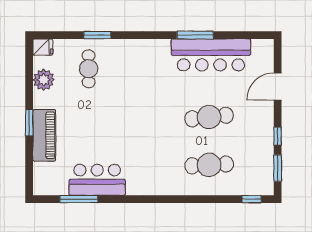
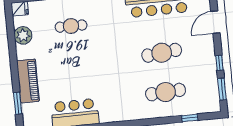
cafe table: (89, 69) -> (71, 26), moved, turned 90
window: (29, 123) -> (18, 103), moved
window: (252, 199) -> (190, 118), moved

